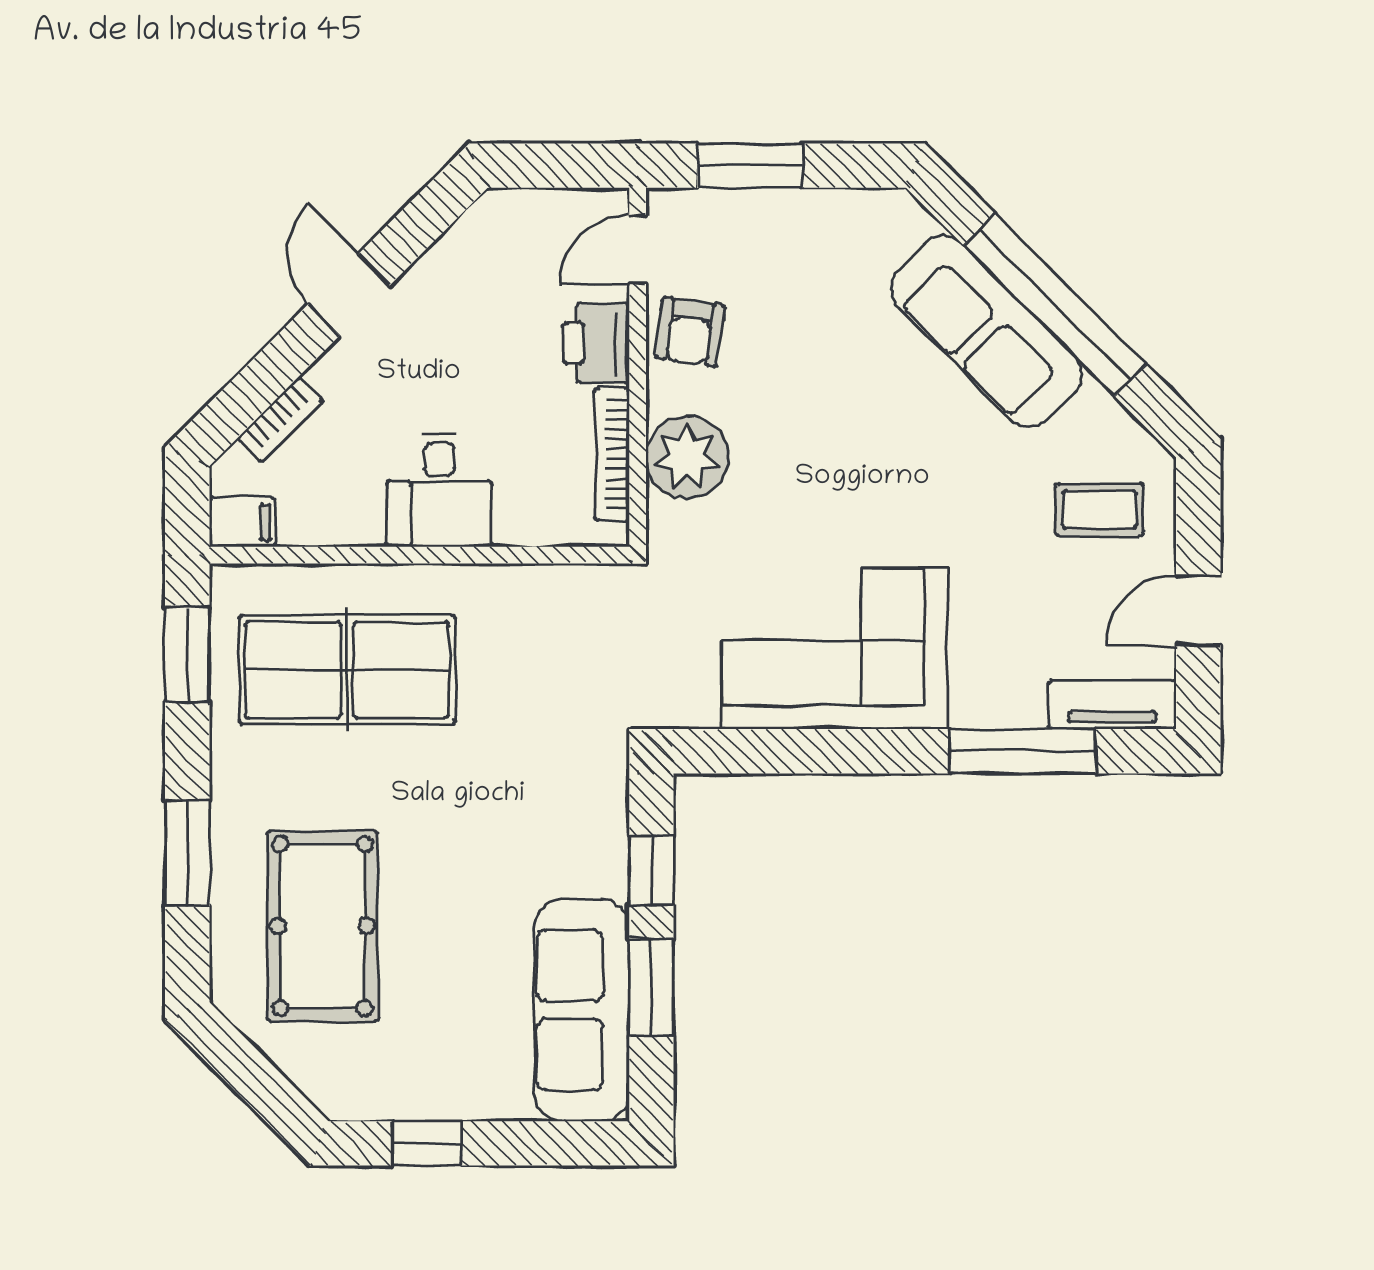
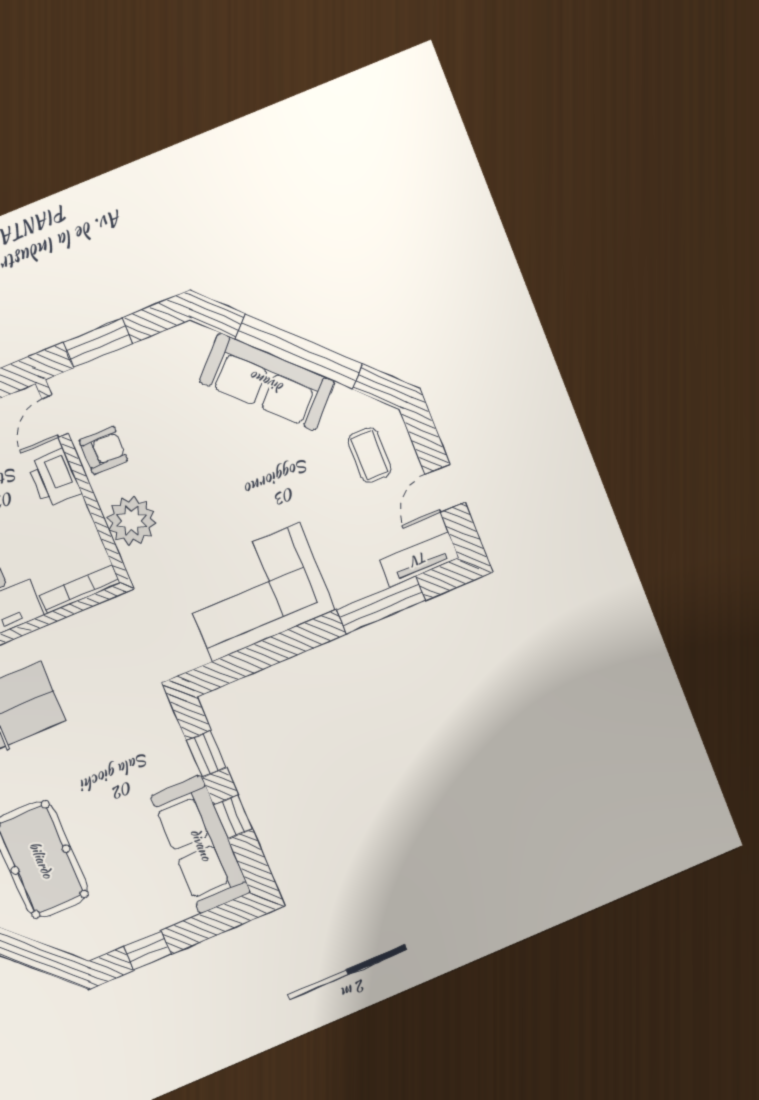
armchair: (690, 332) -> (103, 450), turned -98
bookcase: (612, 454) -> (80, 589), moved, turned 90
coffee table: (1100, 510) -> (369, 455), turned 90
window: (651, 988) -> (233, 817), width x0.67

